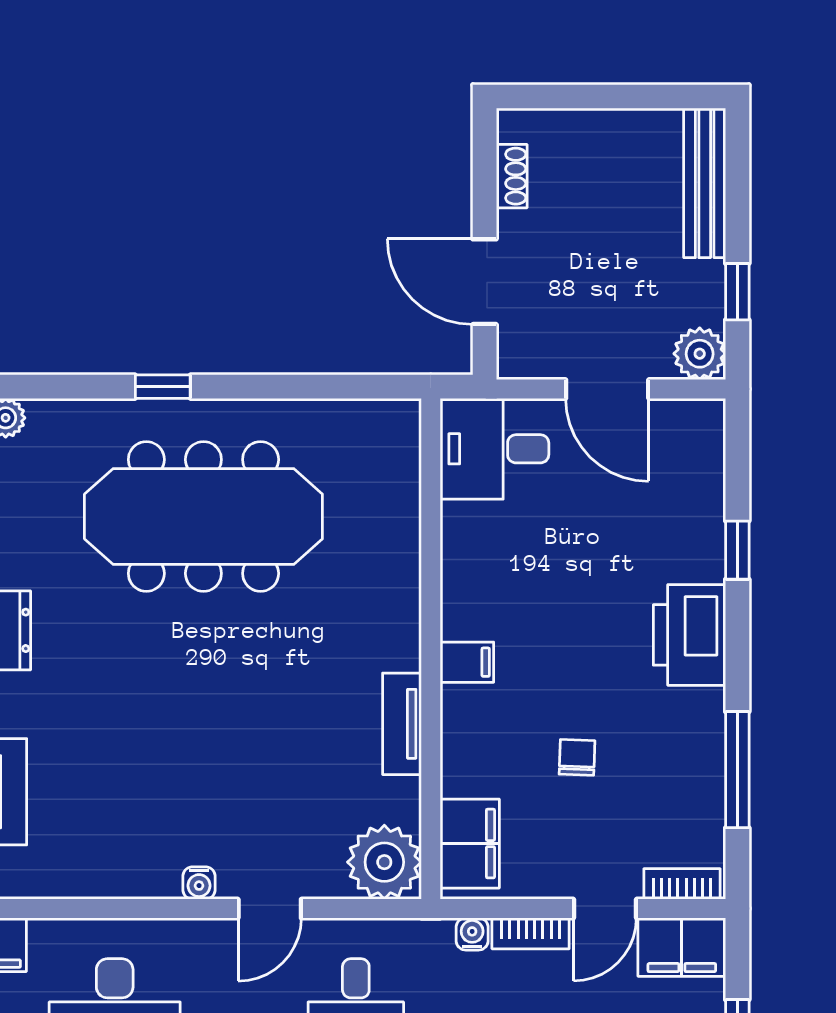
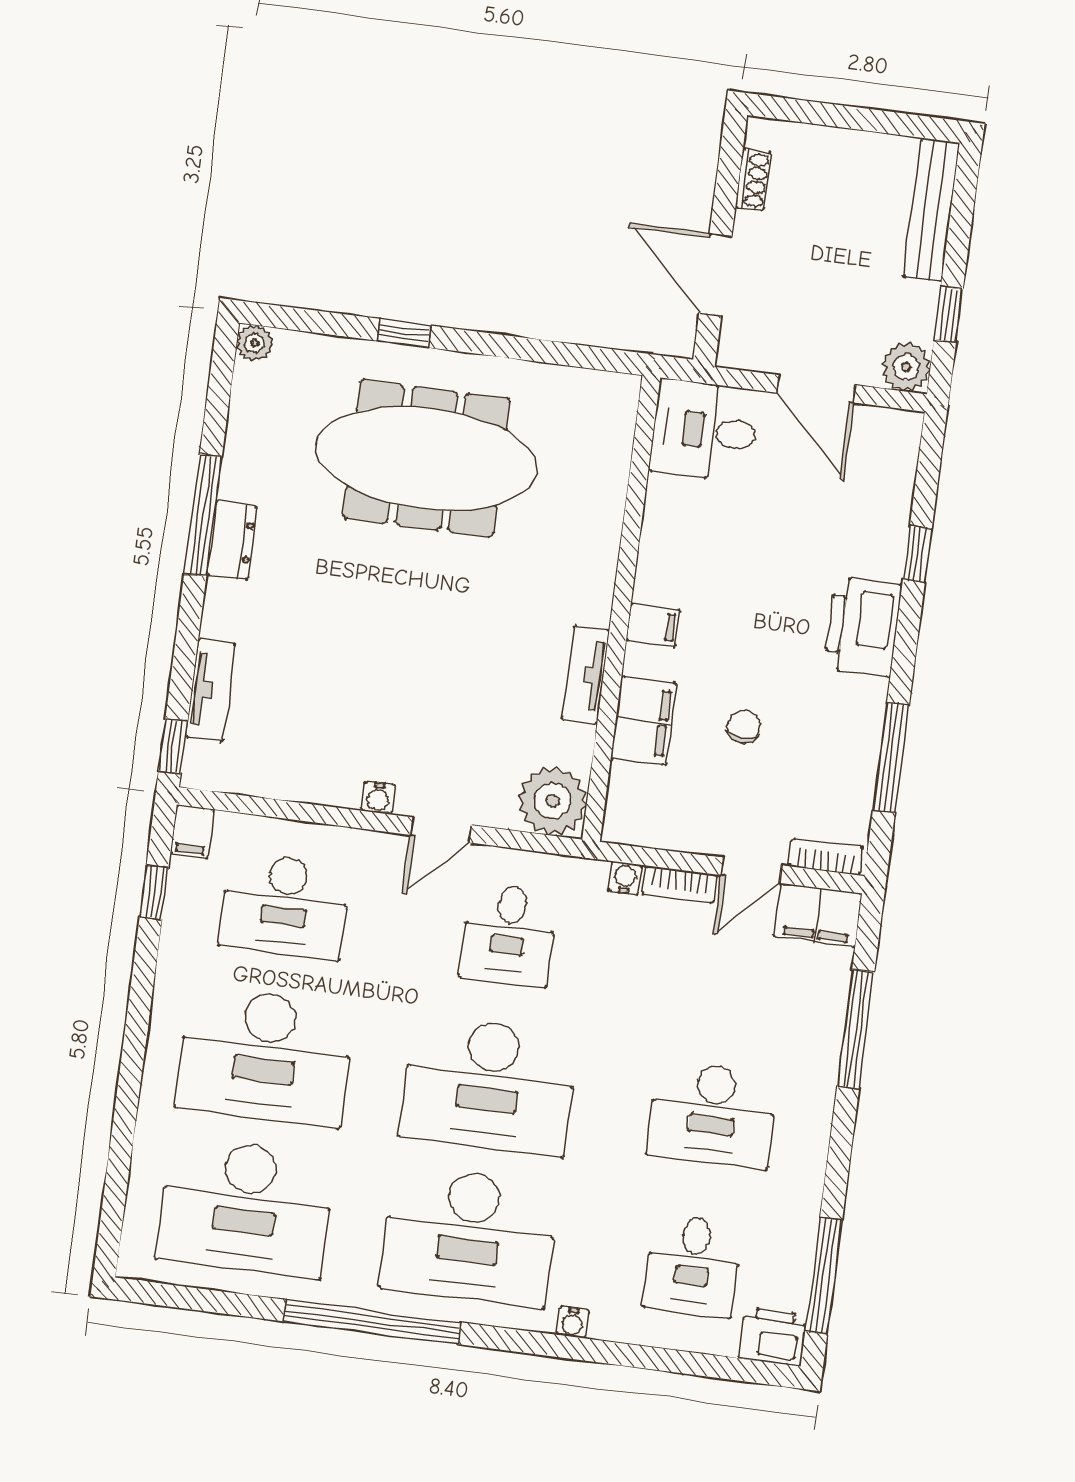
filing cabinet: (470, 844) -> (643, 721), moved

